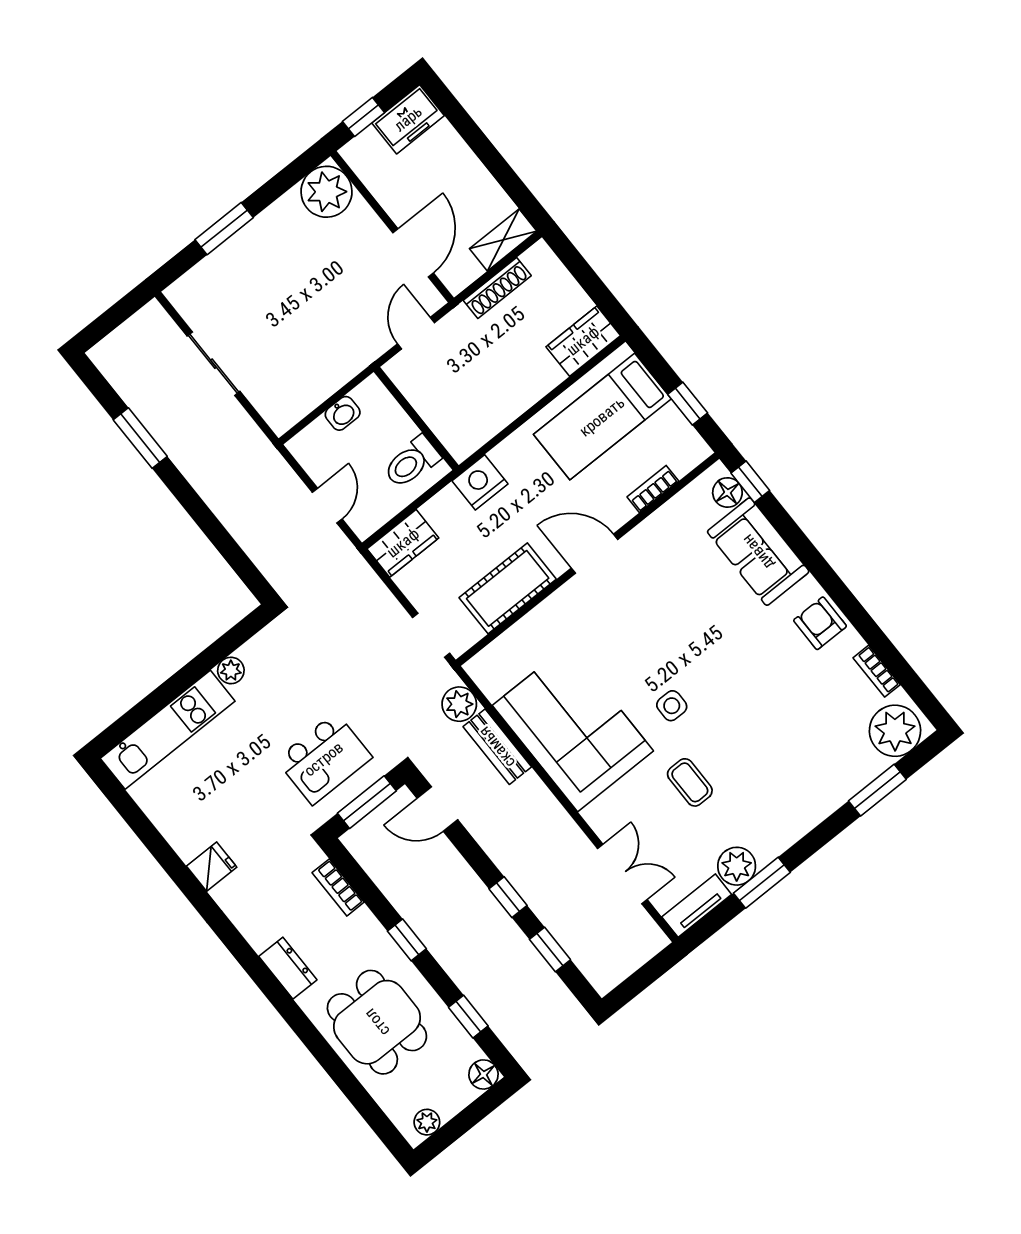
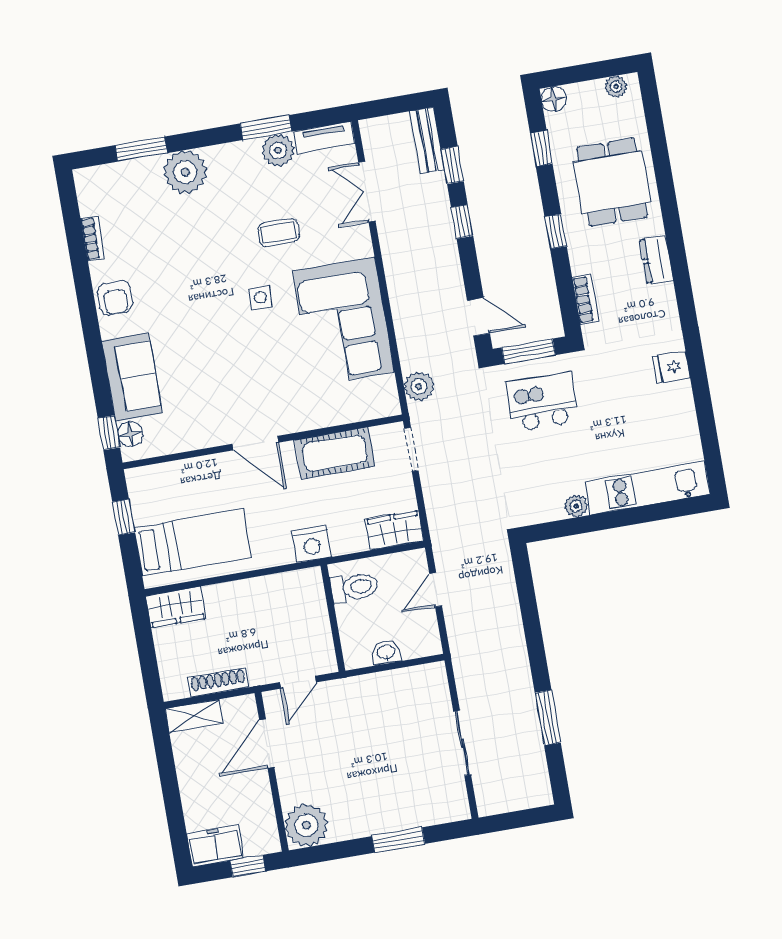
bookcase: (653, 489) -> (185, 468), removed
plant: (895, 731) -> (185, 172), moved
bench: (497, 747) -> (427, 140), moved
coffee table: (690, 782) -> (278, 232), turned 90

